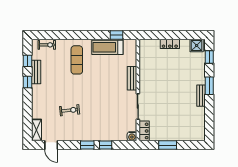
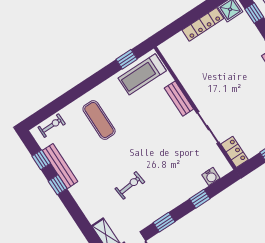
locker: (170, 44) -> (203, 24), width x1.53
treadmill: (107, 47) -> (142, 74), moved
bench: (36, 72) -> (60, 166), width x1.36
water cooler: (132, 136) -> (211, 176), moved
window: (87, 145) -> (164, 222), moved

